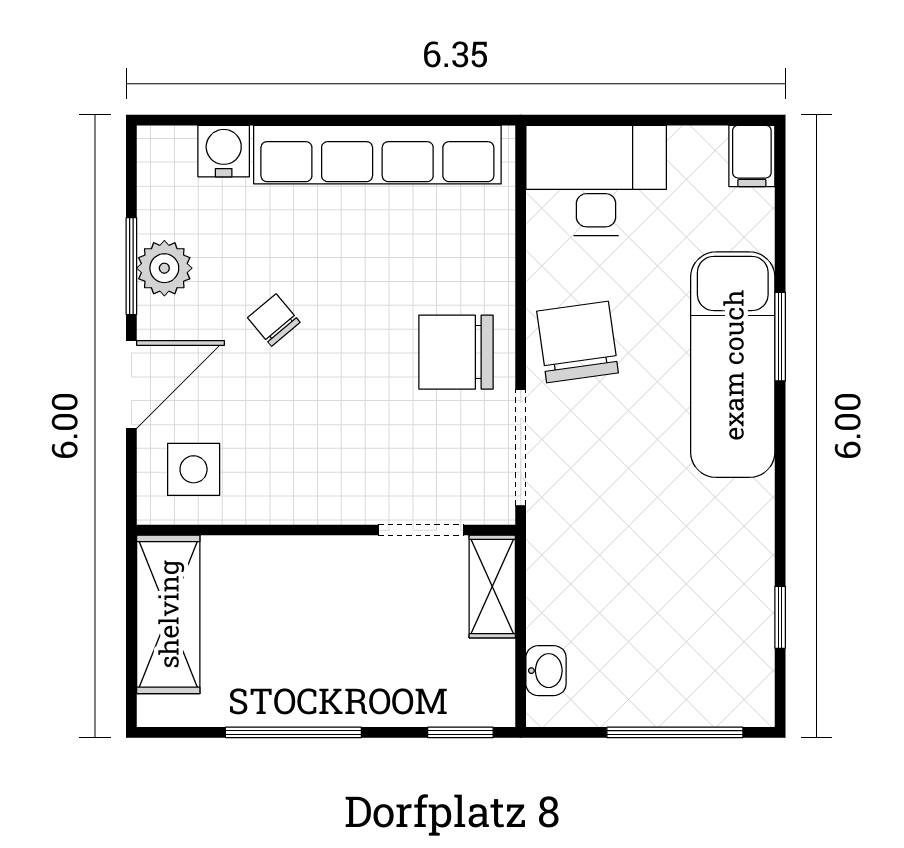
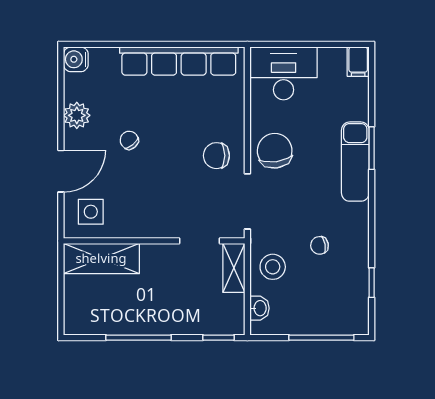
water cooler: (224, 151) -> (76, 59), moved, turned -90
window: (131, 266) -> (61, 114), removed
chair: (456, 352) -> (216, 156), width x0.73, depth x0.73
exam couch: (733, 365) -> (355, 162), width x0.73, depth x0.69
chair: (671, 540) -> (319, 245), added
stool: (573, 584) -> (273, 267), added
shelving: (168, 614) -> (101, 258), moved, turned 90

